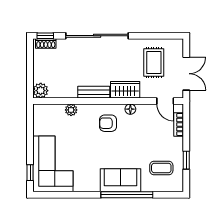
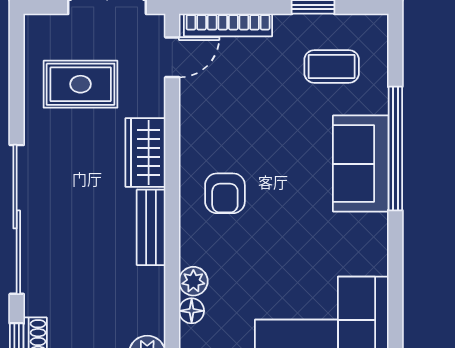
floor lamp: (130, 109) -> (192, 311), moved
bookcase: (179, 124) -> (228, 25), width x1.56
coffee table: (161, 168) -> (332, 66), turned 90

